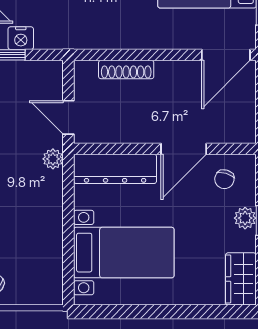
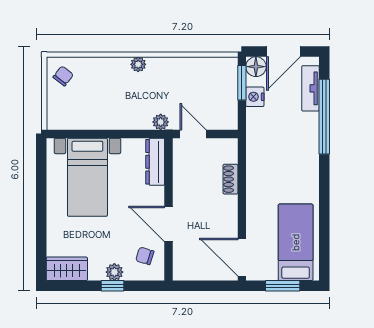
shoe rack: (126, 70) -> (230, 179), width x0.70
door: (68, 117) -> (193, 134), hinge flipped
dresser: (115, 169) -> (155, 162), width x0.73, depth x0.80

